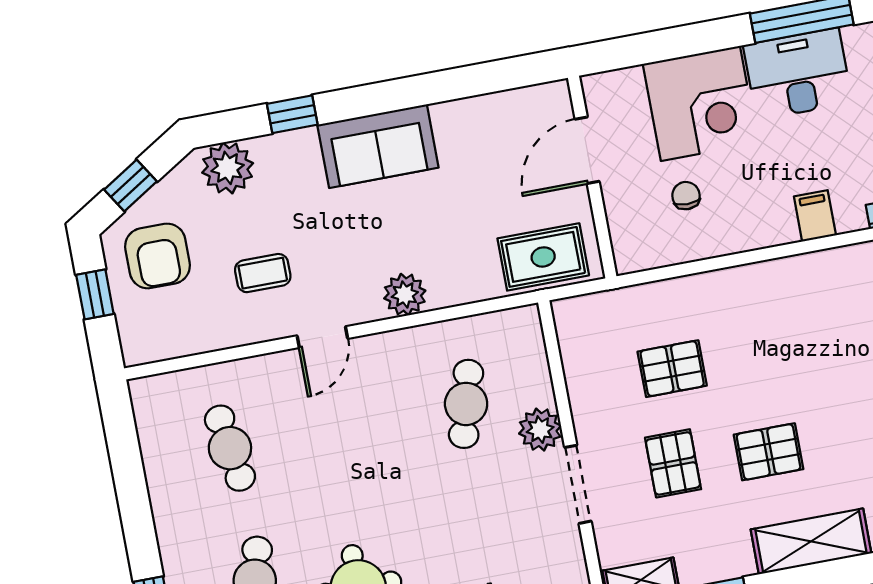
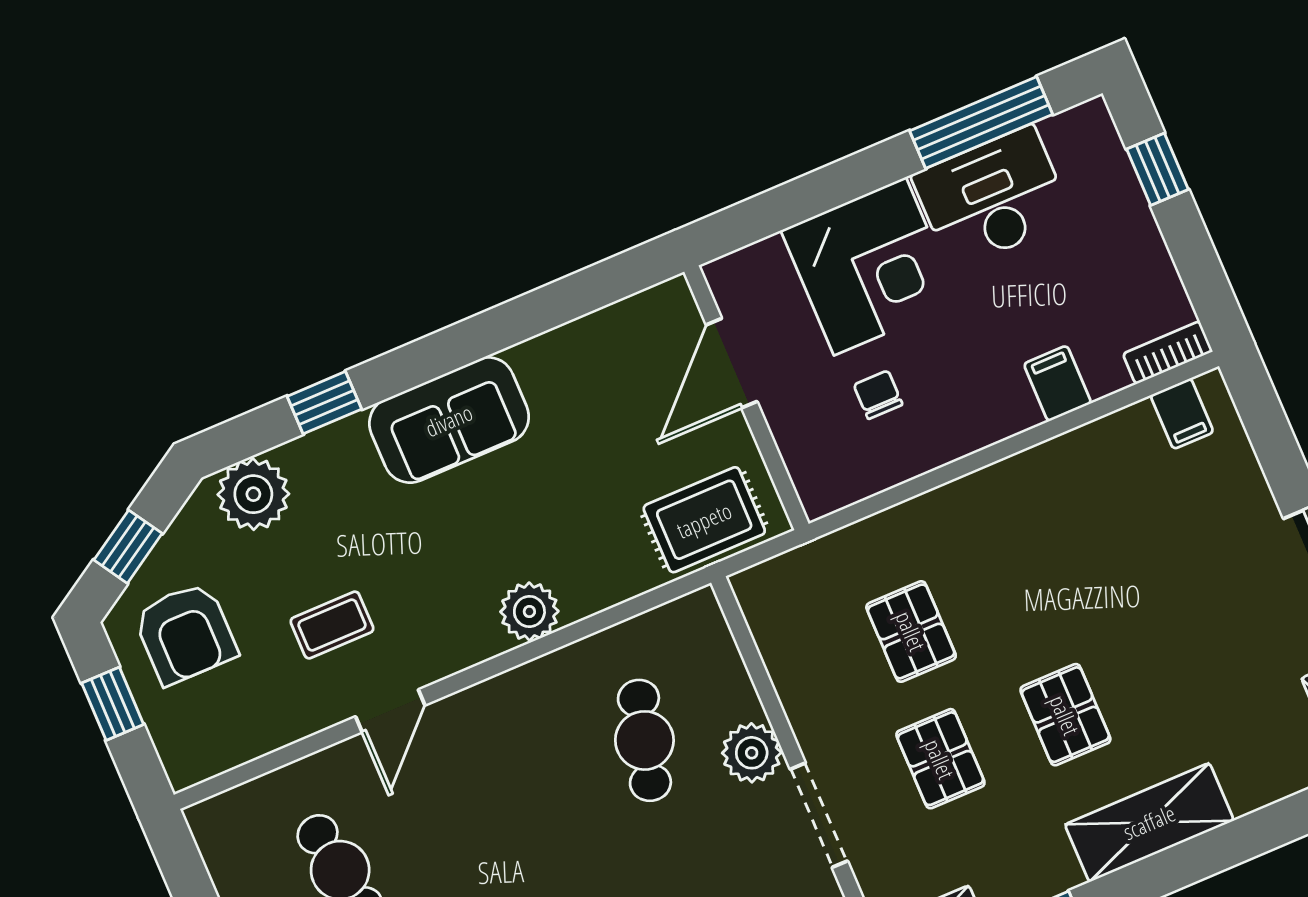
door: (322, 337) -> (390, 711), moved
pallet: (672, 369) -> (911, 631), turned 90
pallet: (769, 452) -> (1065, 715), turned 90

